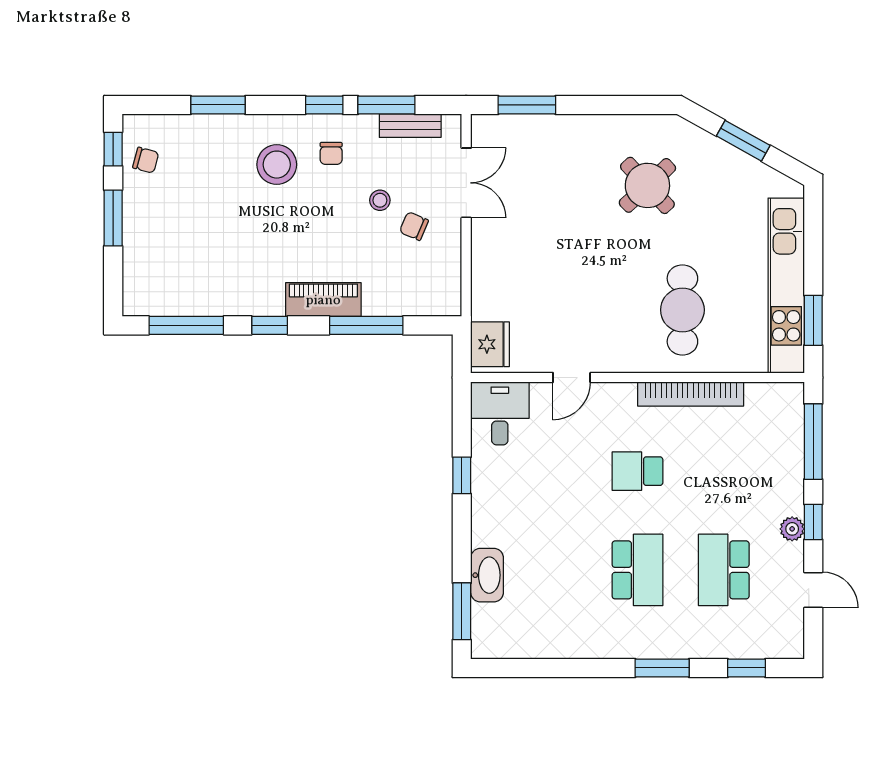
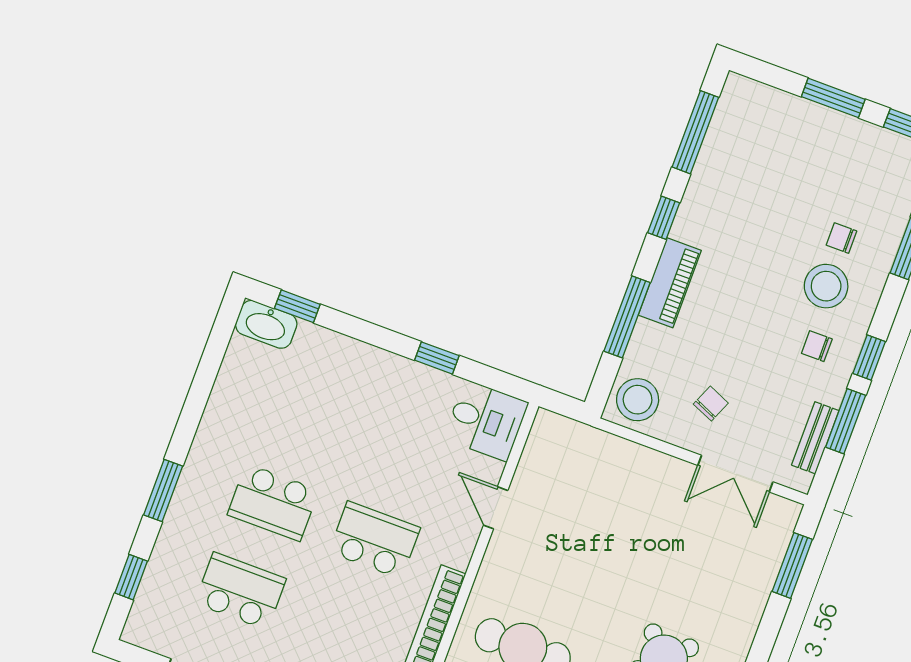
chair: (146, 160) -> (841, 238), moved, turned 75
stool: (380, 200) -> (638, 400), moved, width x1.89, depth x1.89
fridge: (490, 344) -> (561, 437), removed
school desk: (637, 471) -> (374, 540), width x1.85
washbasin: (487, 575) -> (266, 324), moved
window: (462, 611) -> (297, 306), width x0.67

